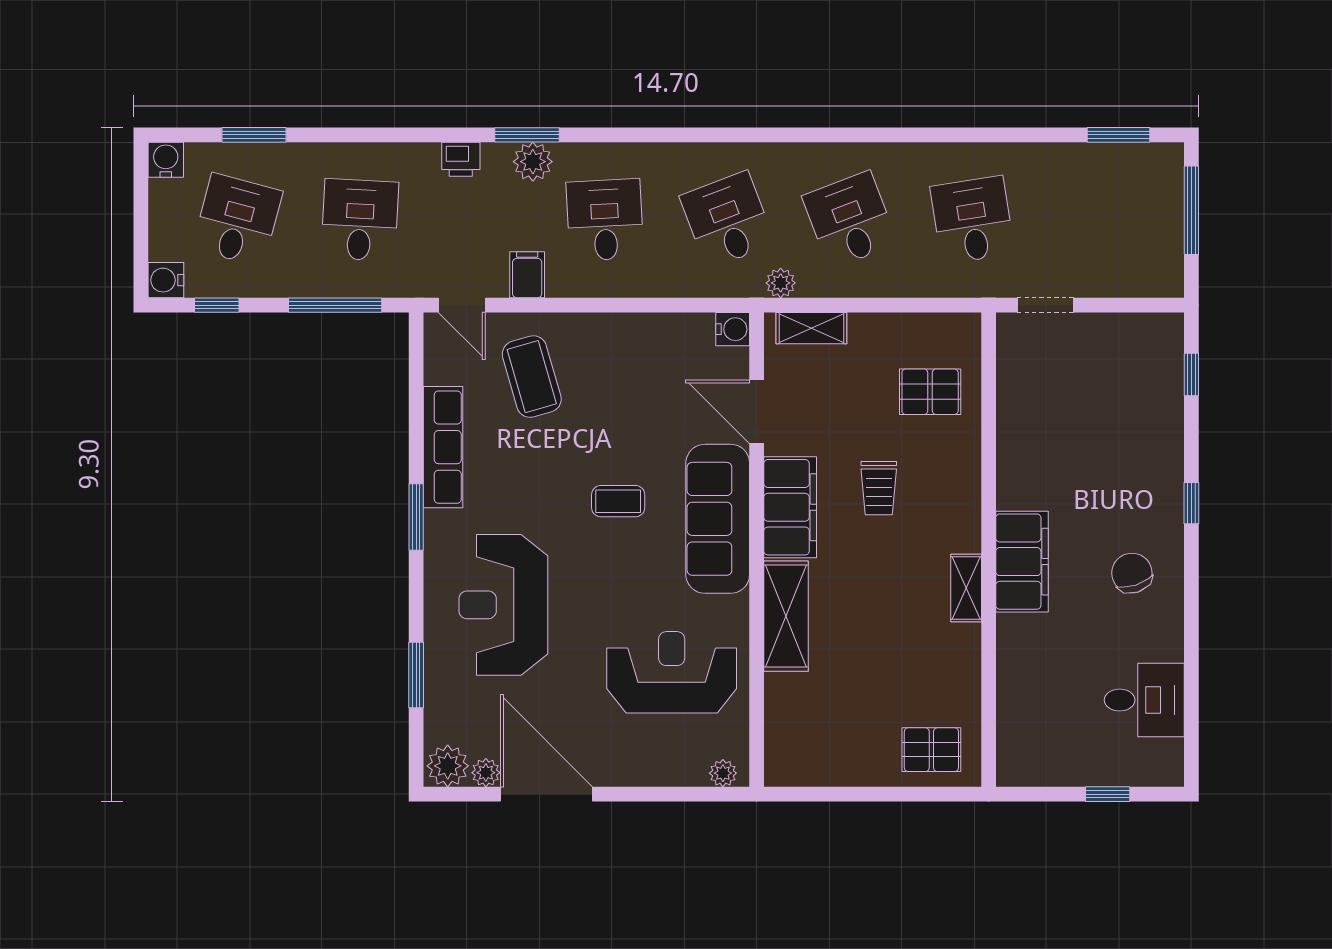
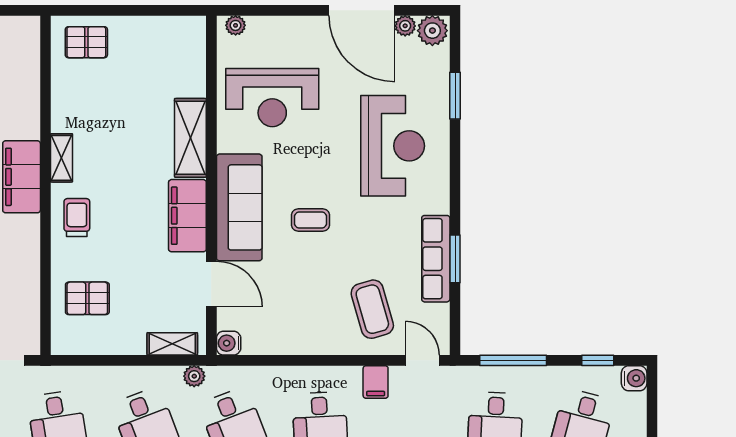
trolley: (879, 488) -> (77, 218), moved
window: (416, 517) -> (455, 259), moved

